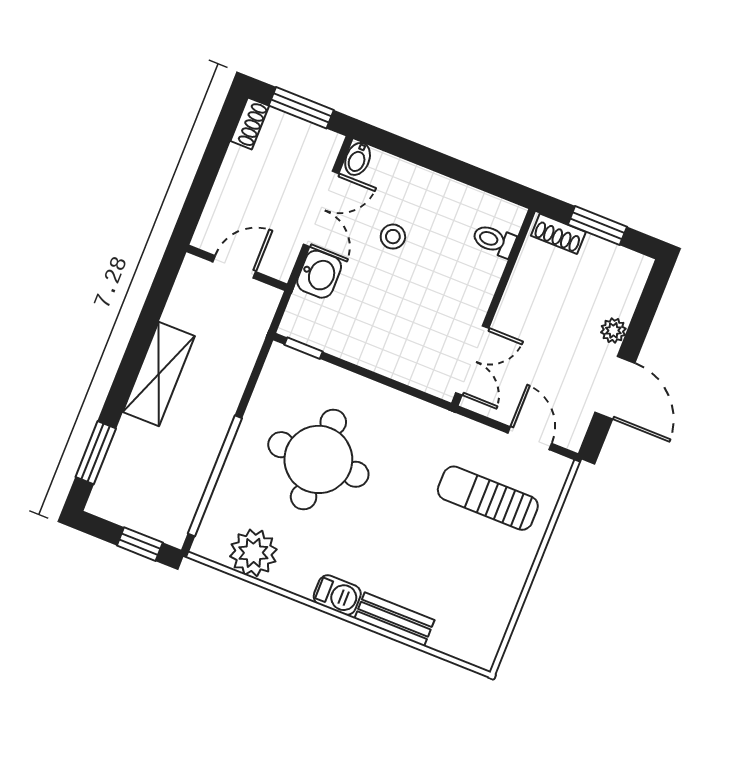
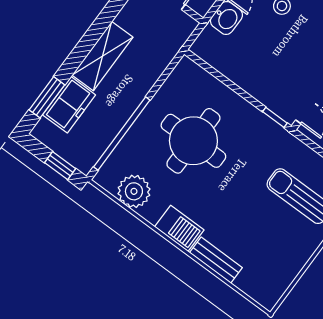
window: (304, 348) -> (275, 117), moved
freezer: (130, 455) -> (69, 105), added
barbecue: (337, 595) -> (179, 228), width x1.38, depth x1.27

